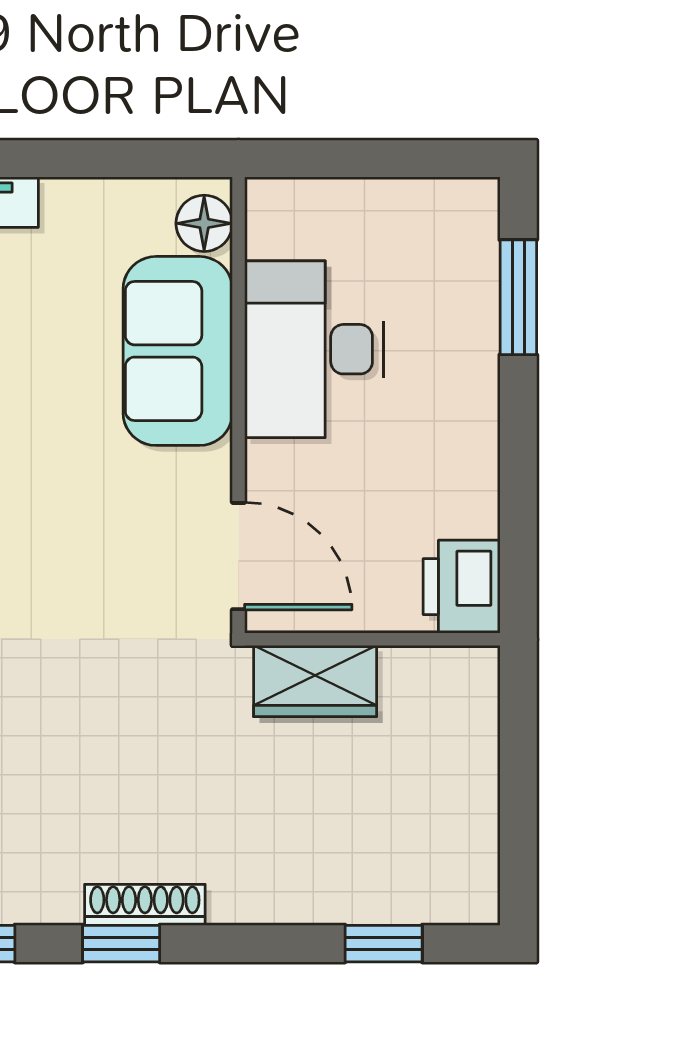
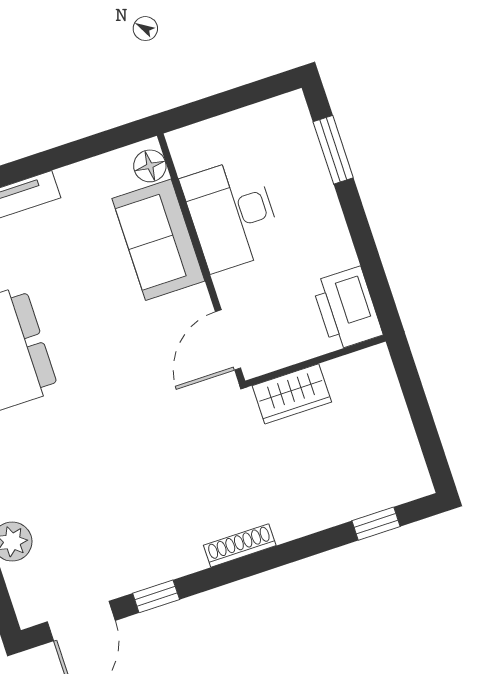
door: (238, 556) -> (228, 340), swing flipped
printer: (462, 587) -> (347, 308), width x1.37, depth x1.19
window: (121, 944) -> (234, 571), removed

